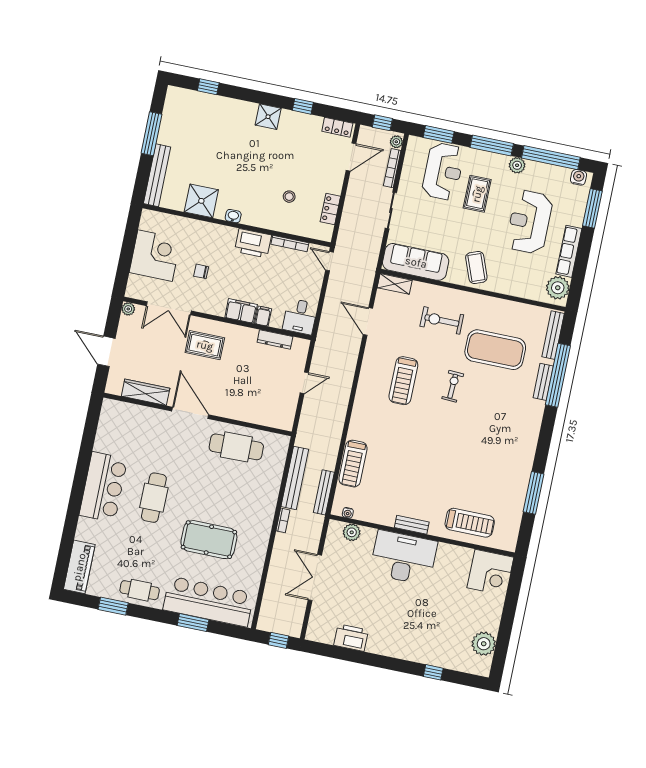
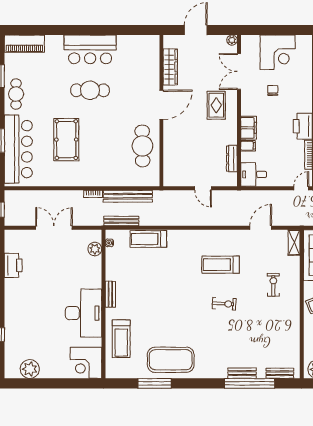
exercise bike: (442, 320) -> (273, 285), width x0.73, depth x0.72
bench: (553, 335) -> (280, 373), width x0.73
exercise mat: (495, 350) -> (171, 360), moved, turned 90
desk: (404, 558) -> (84, 313), moved

